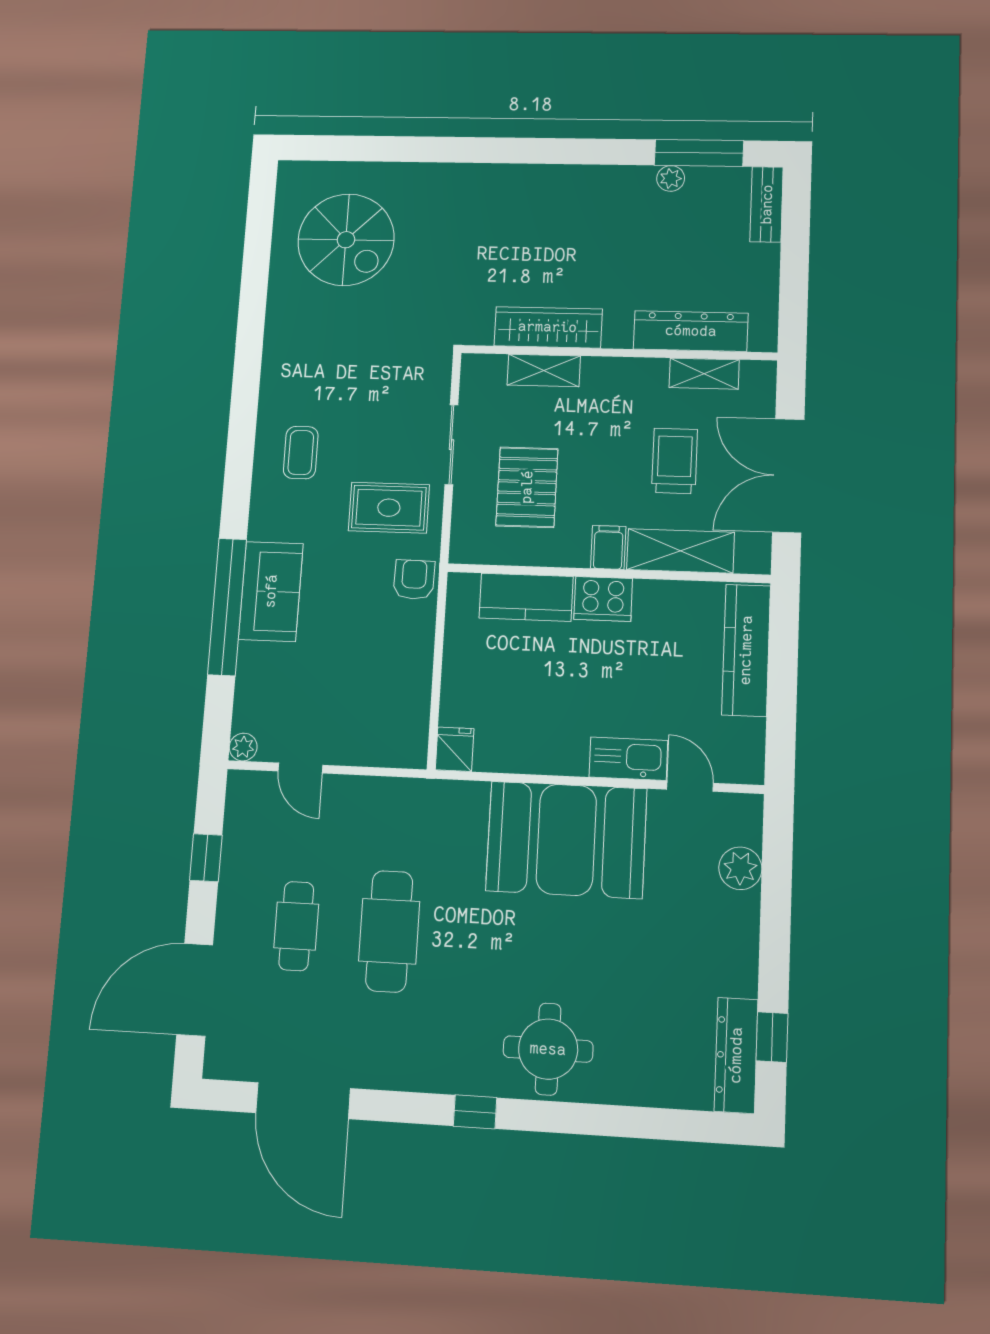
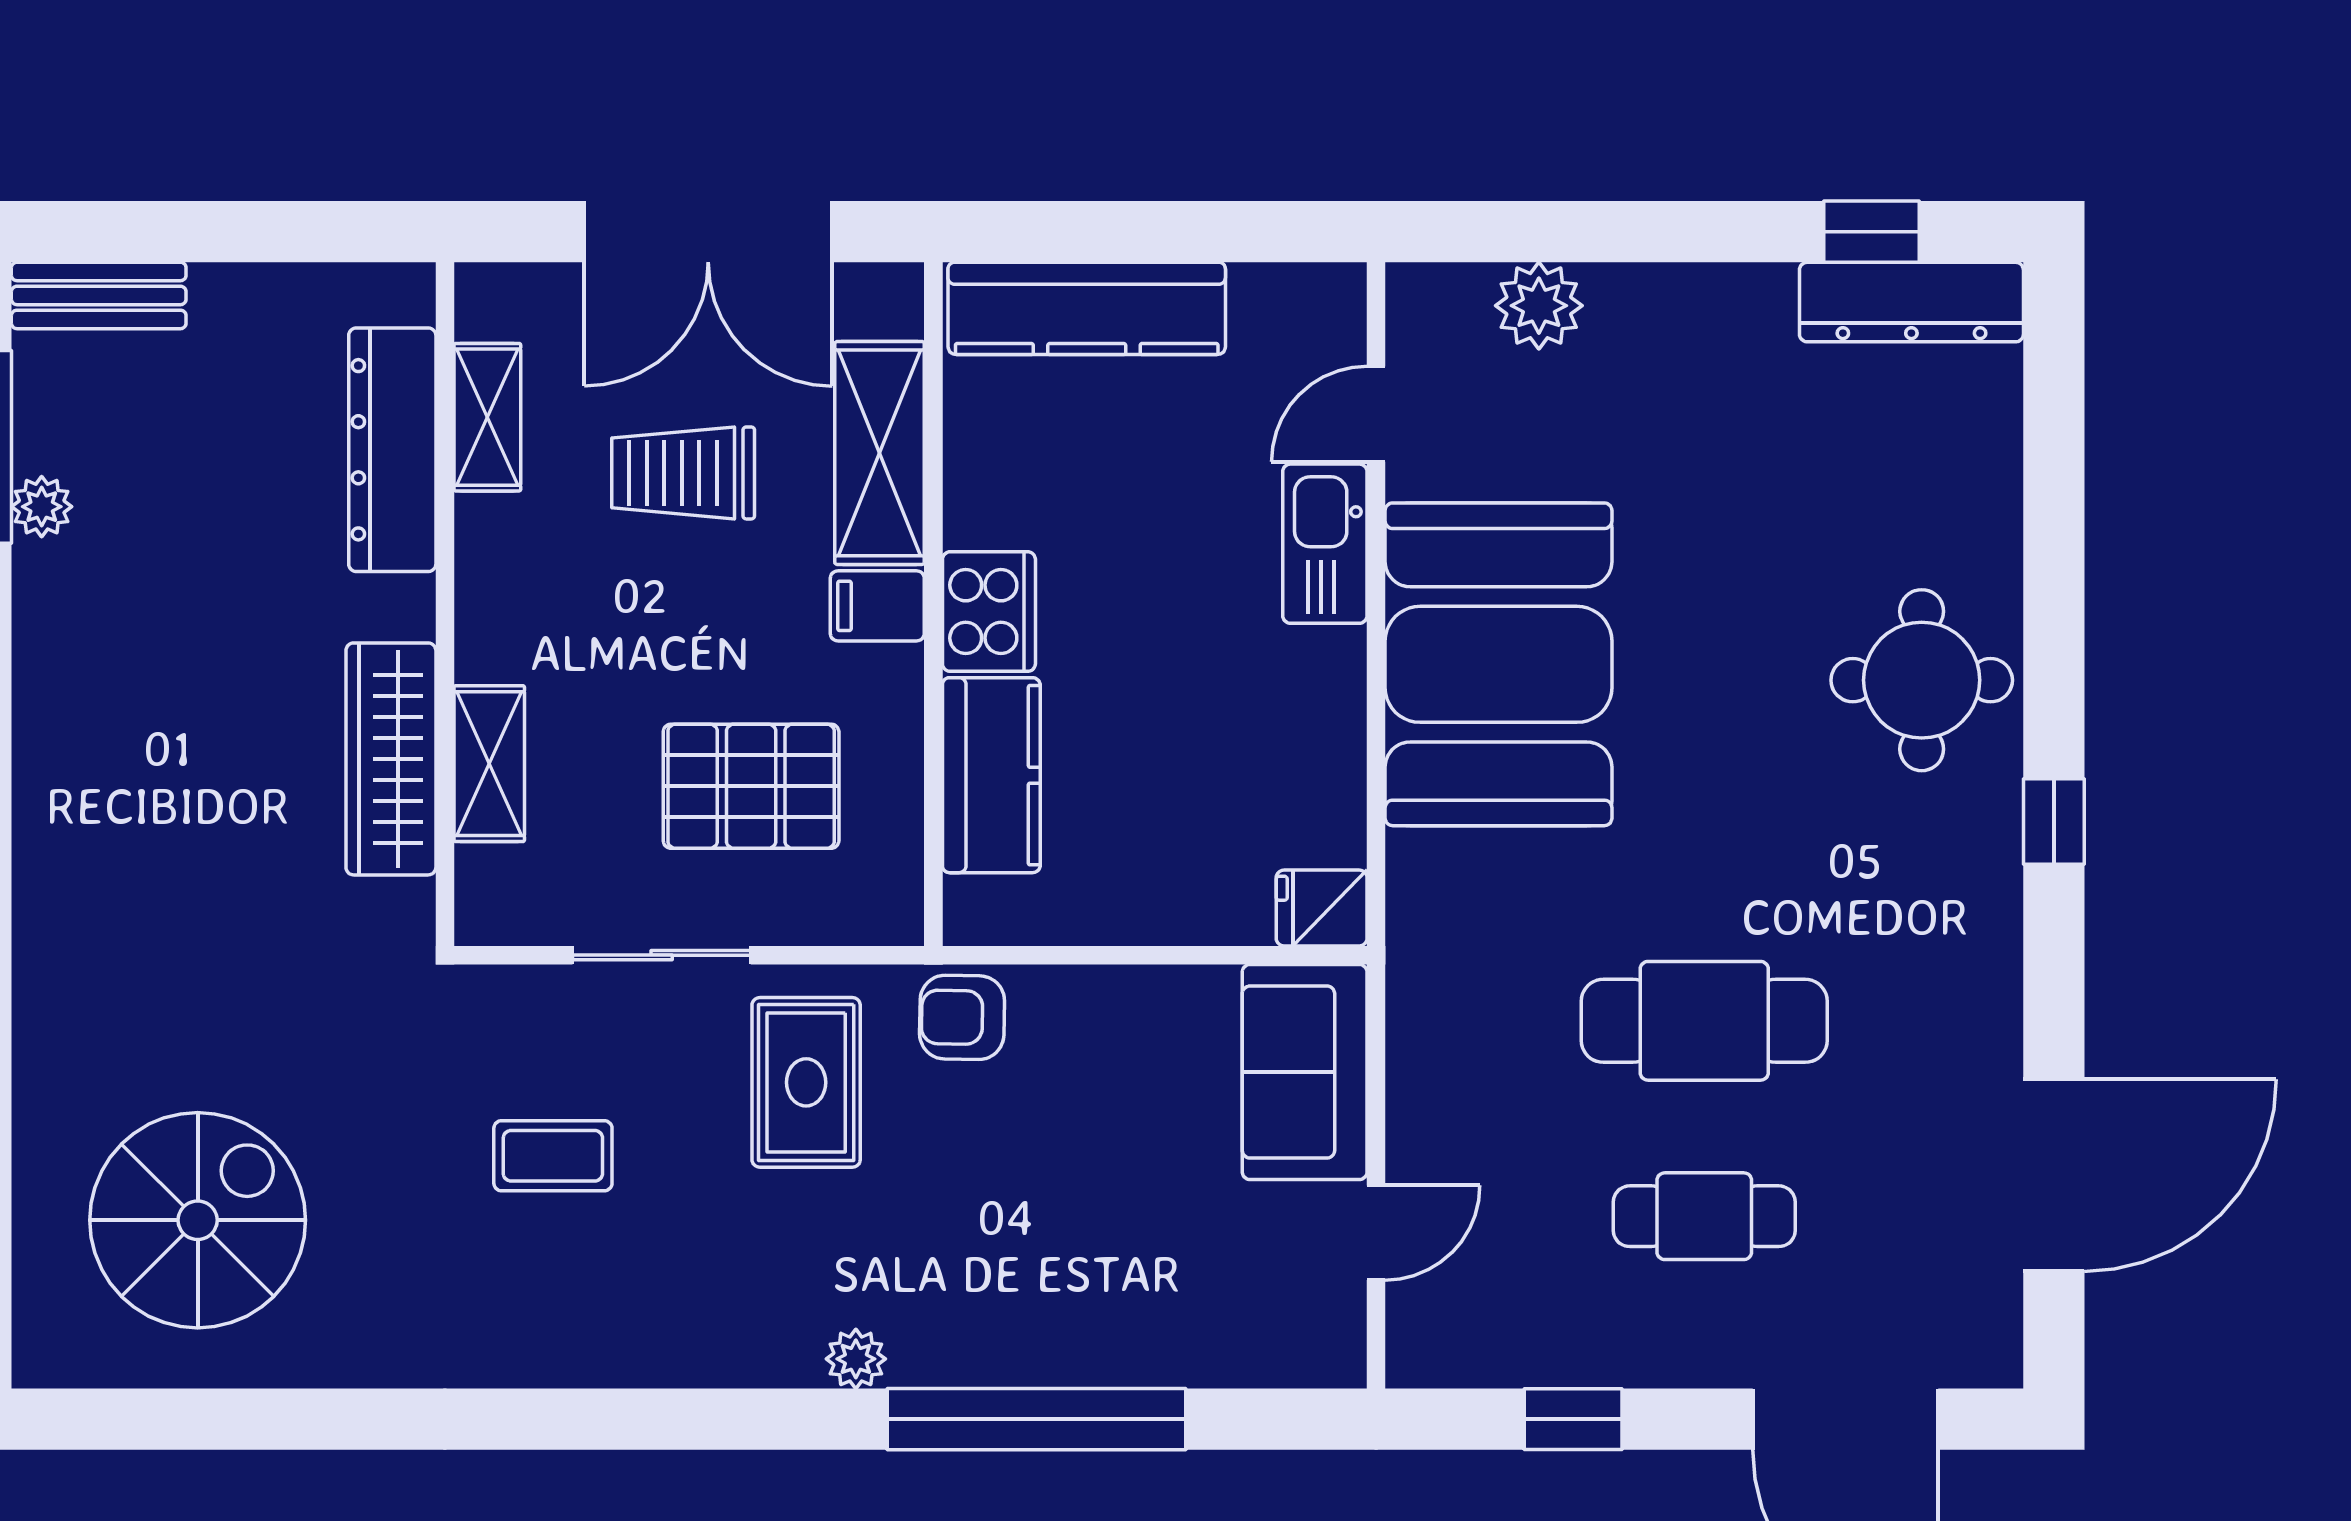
coffee table: (301, 453) -> (553, 1156), moved
sofa: (271, 591) -> (1305, 1072), moved, turned -90
plant: (243, 747) -> (856, 1359), moved

